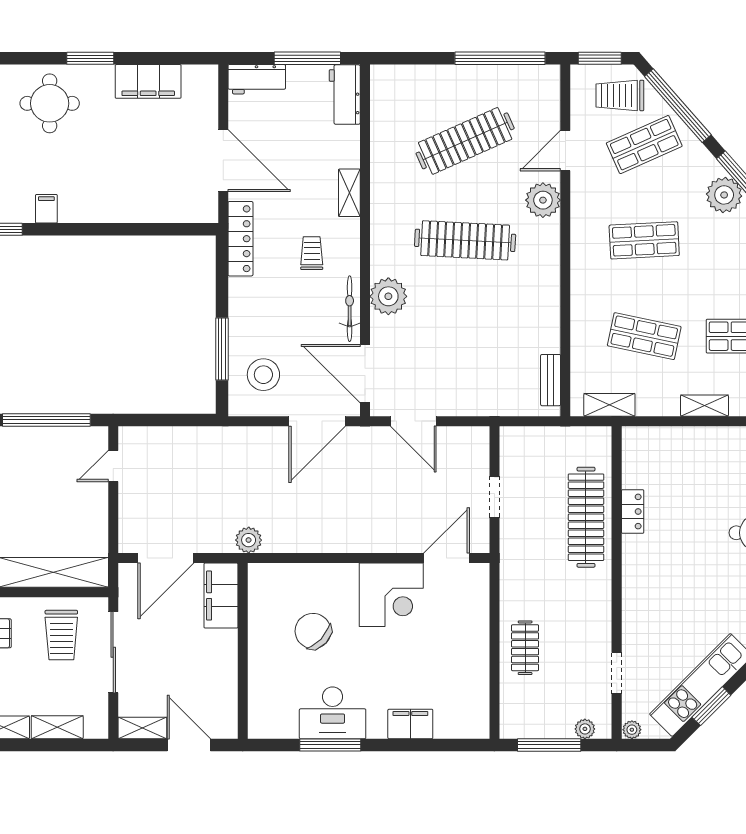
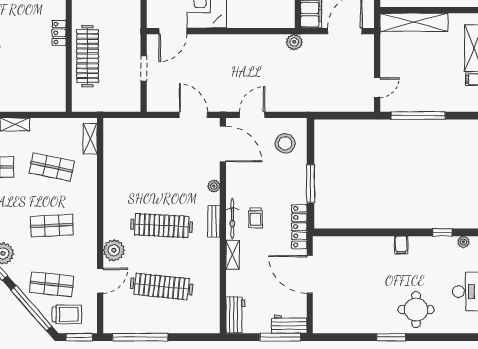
window: (307, 58) -> (280, 337), moved
filing cabinet: (148, 81) -> (356, 323), removed
clothes rail: (465, 141) -> (162, 287), turned 30
shop shelf: (644, 145) -> (52, 284), turned 30
filing cabinet: (46, 209) -> (401, 245), moved
plant: (388, 296) -> (214, 186), width x0.53, depth x0.53
bicycle: (350, 309) -> (232, 219), moved
window: (222, 349) -> (310, 184), moved
bench: (551, 380) -> (214, 221), moved
shelving: (609, 405) -> (90, 139), moved, turned 90
door: (317, 421) -> (252, 115), width x0.73
locker: (633, 512) -> (59, 33), moved

